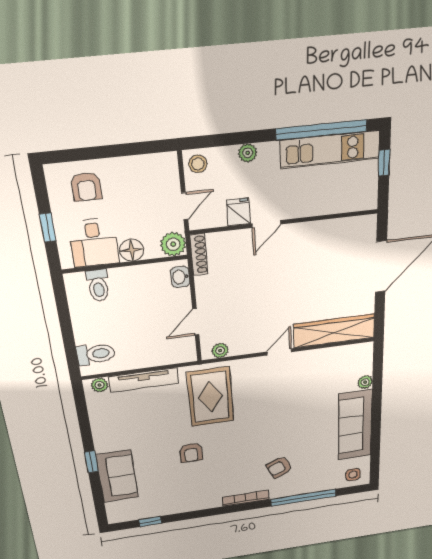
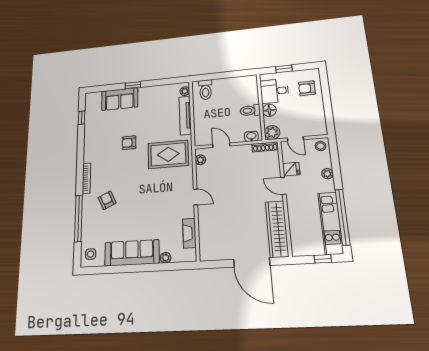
toilet: (98, 285) -> (250, 111), moved
wardrobe: (334, 331) -> (277, 229), moved, turned 180
fireplace: (333, 355) -> (189, 233), added

